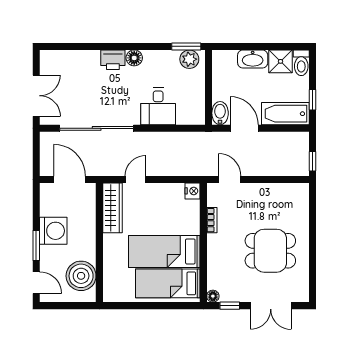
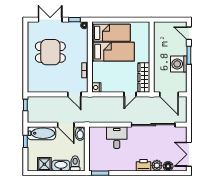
floor lamp: (134, 58) -> (168, 166), moved
plant: (189, 59) -> (157, 165), moved
toilet: (301, 63) -> (75, 163), moved
double door: (36, 96) -> (189, 154), moved
boiler: (81, 276) -> (162, 37), removed

